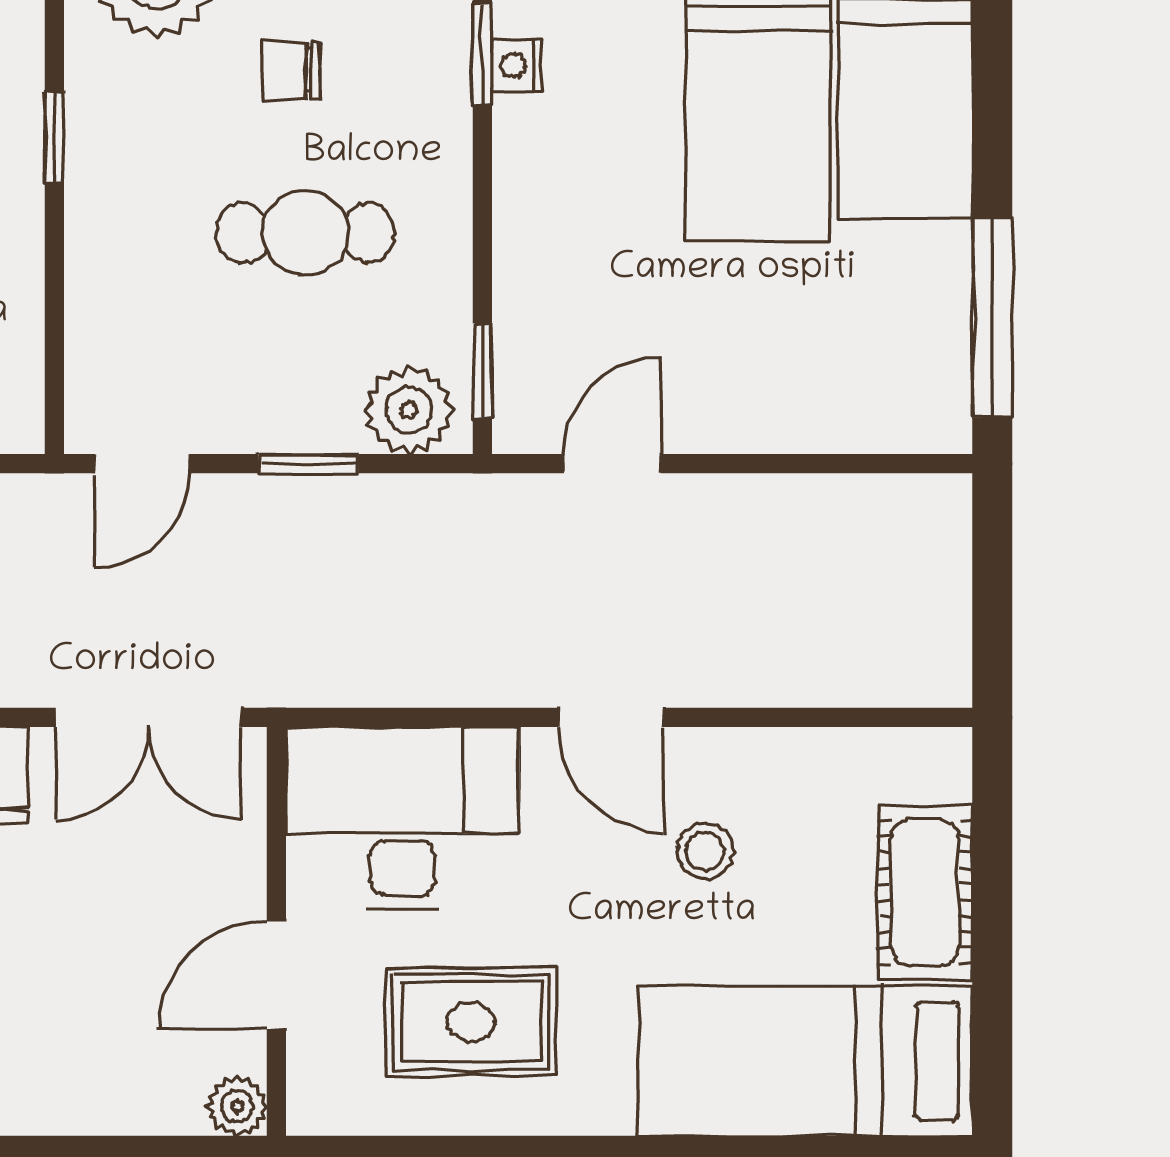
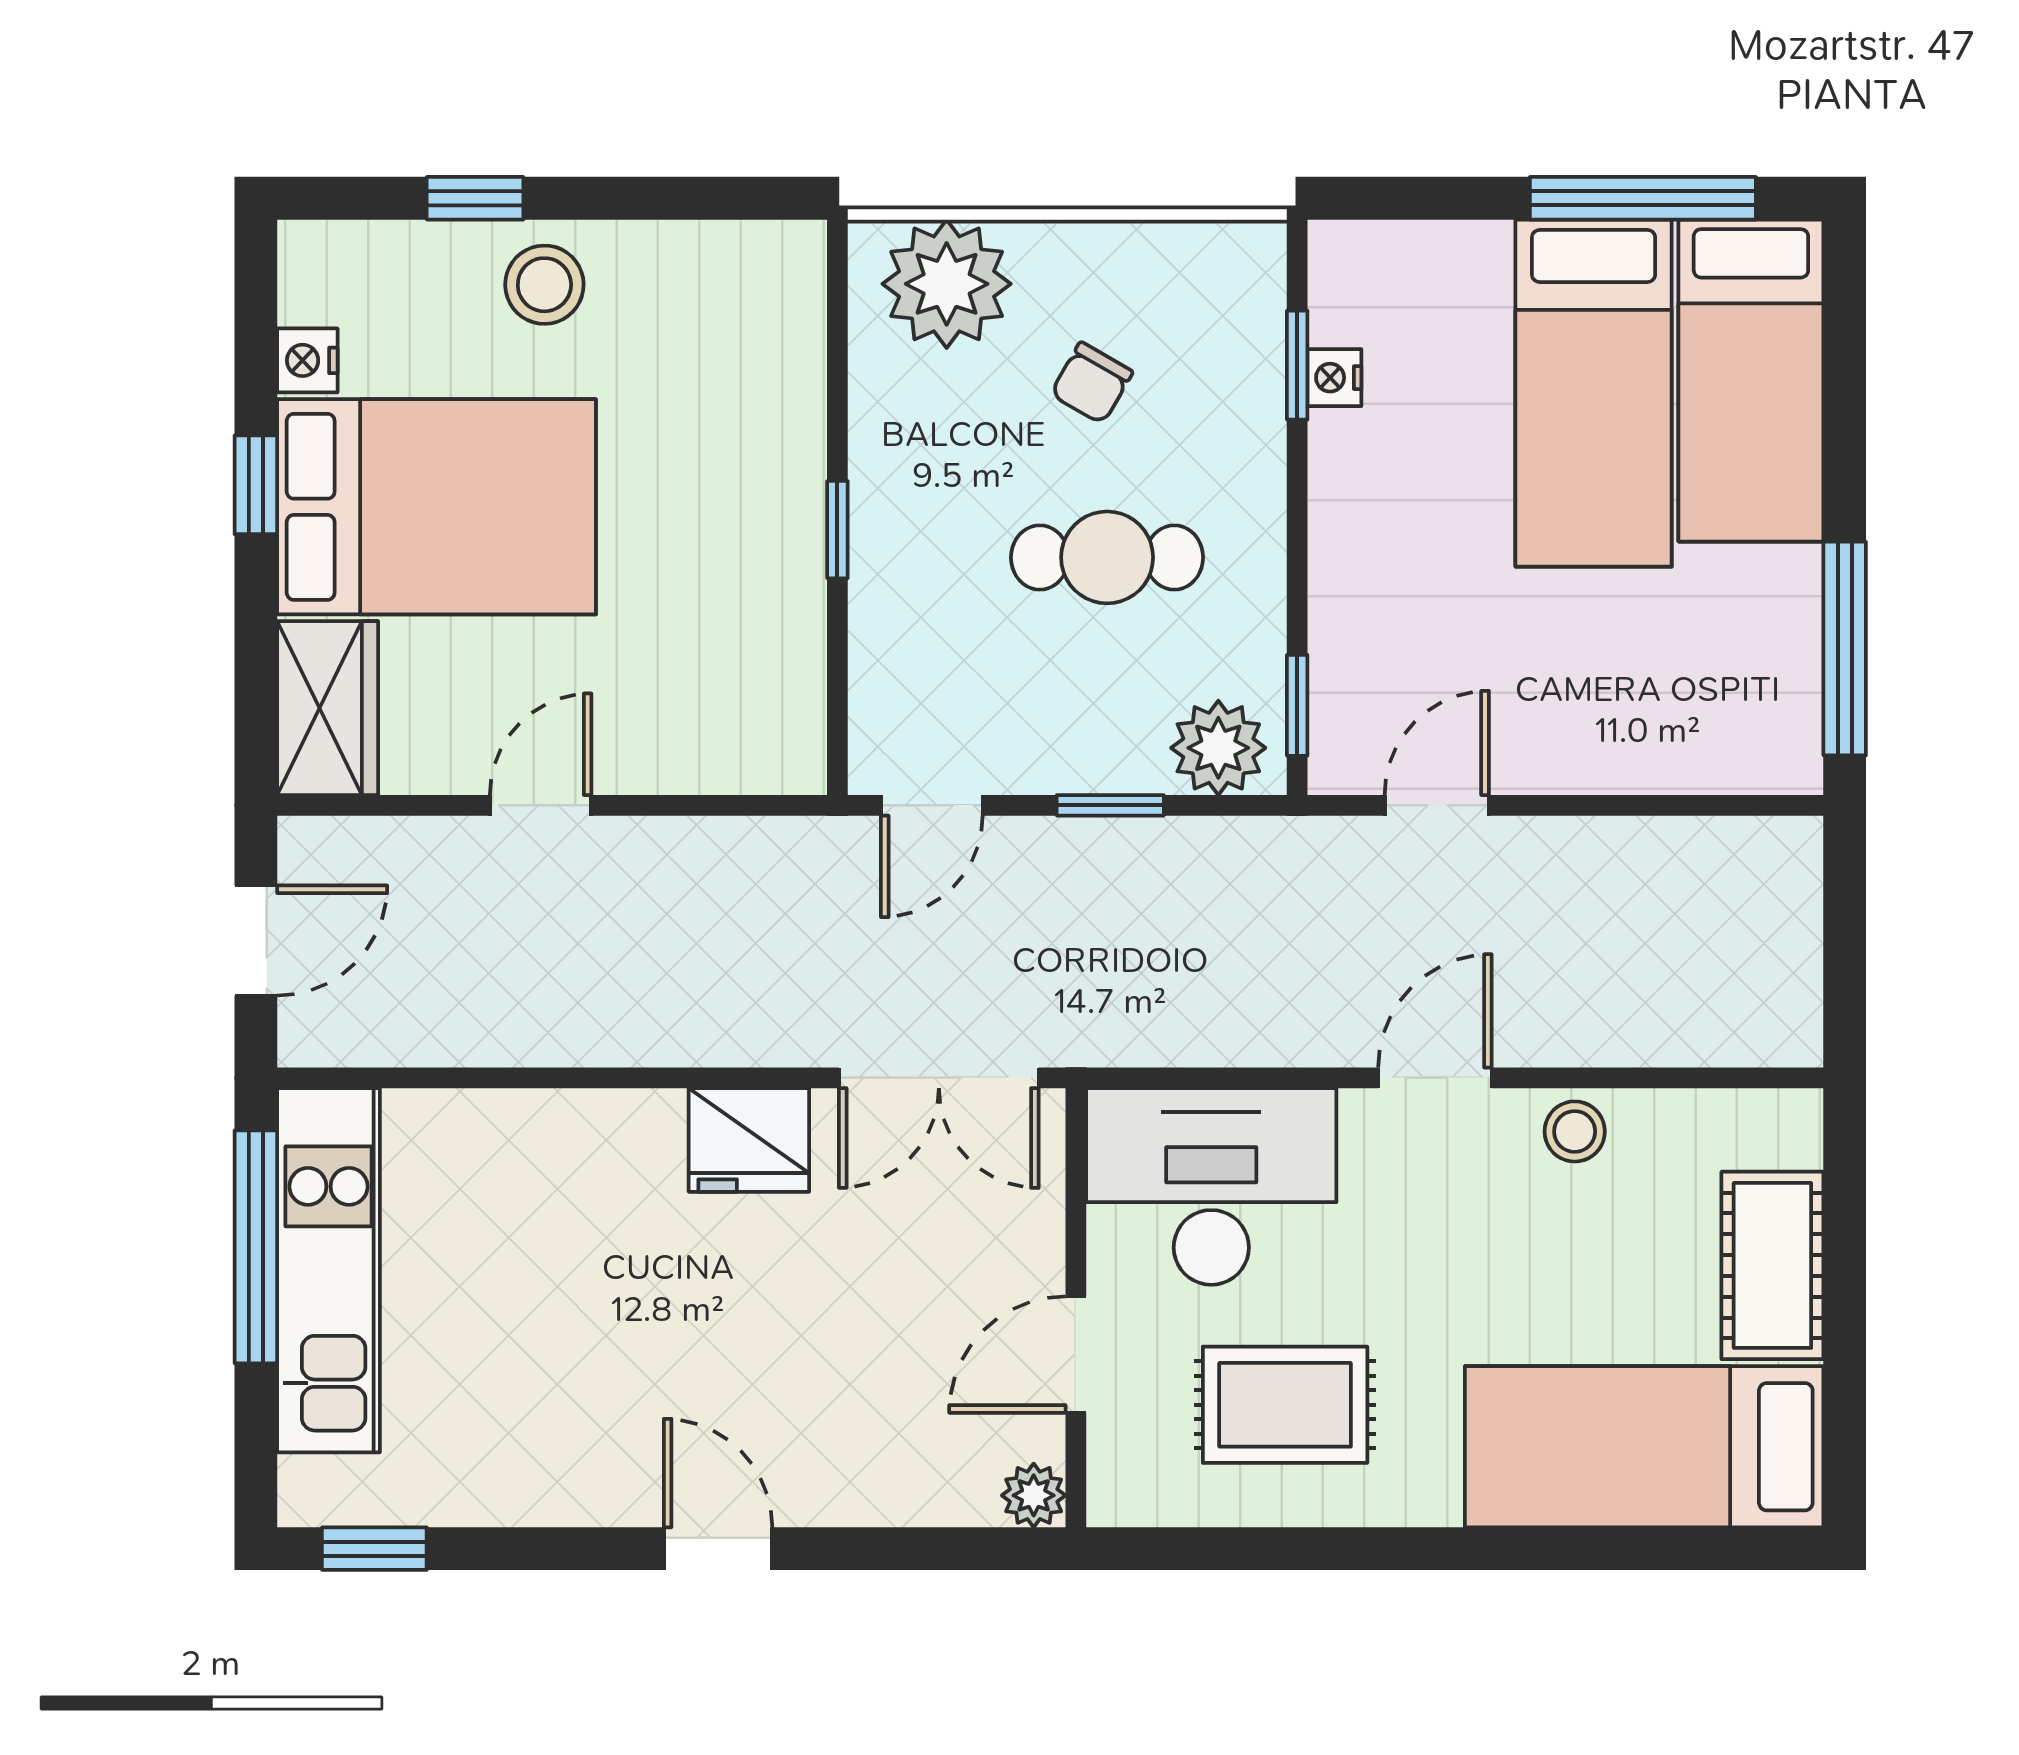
chair: (291, 70) -> (1092, 383), turned -60
window: (54, 137) -> (837, 530), moved
door: (611, 717) -> (1435, 1078), swing flipped
stool: (705, 851) -> (1575, 1131), moved

